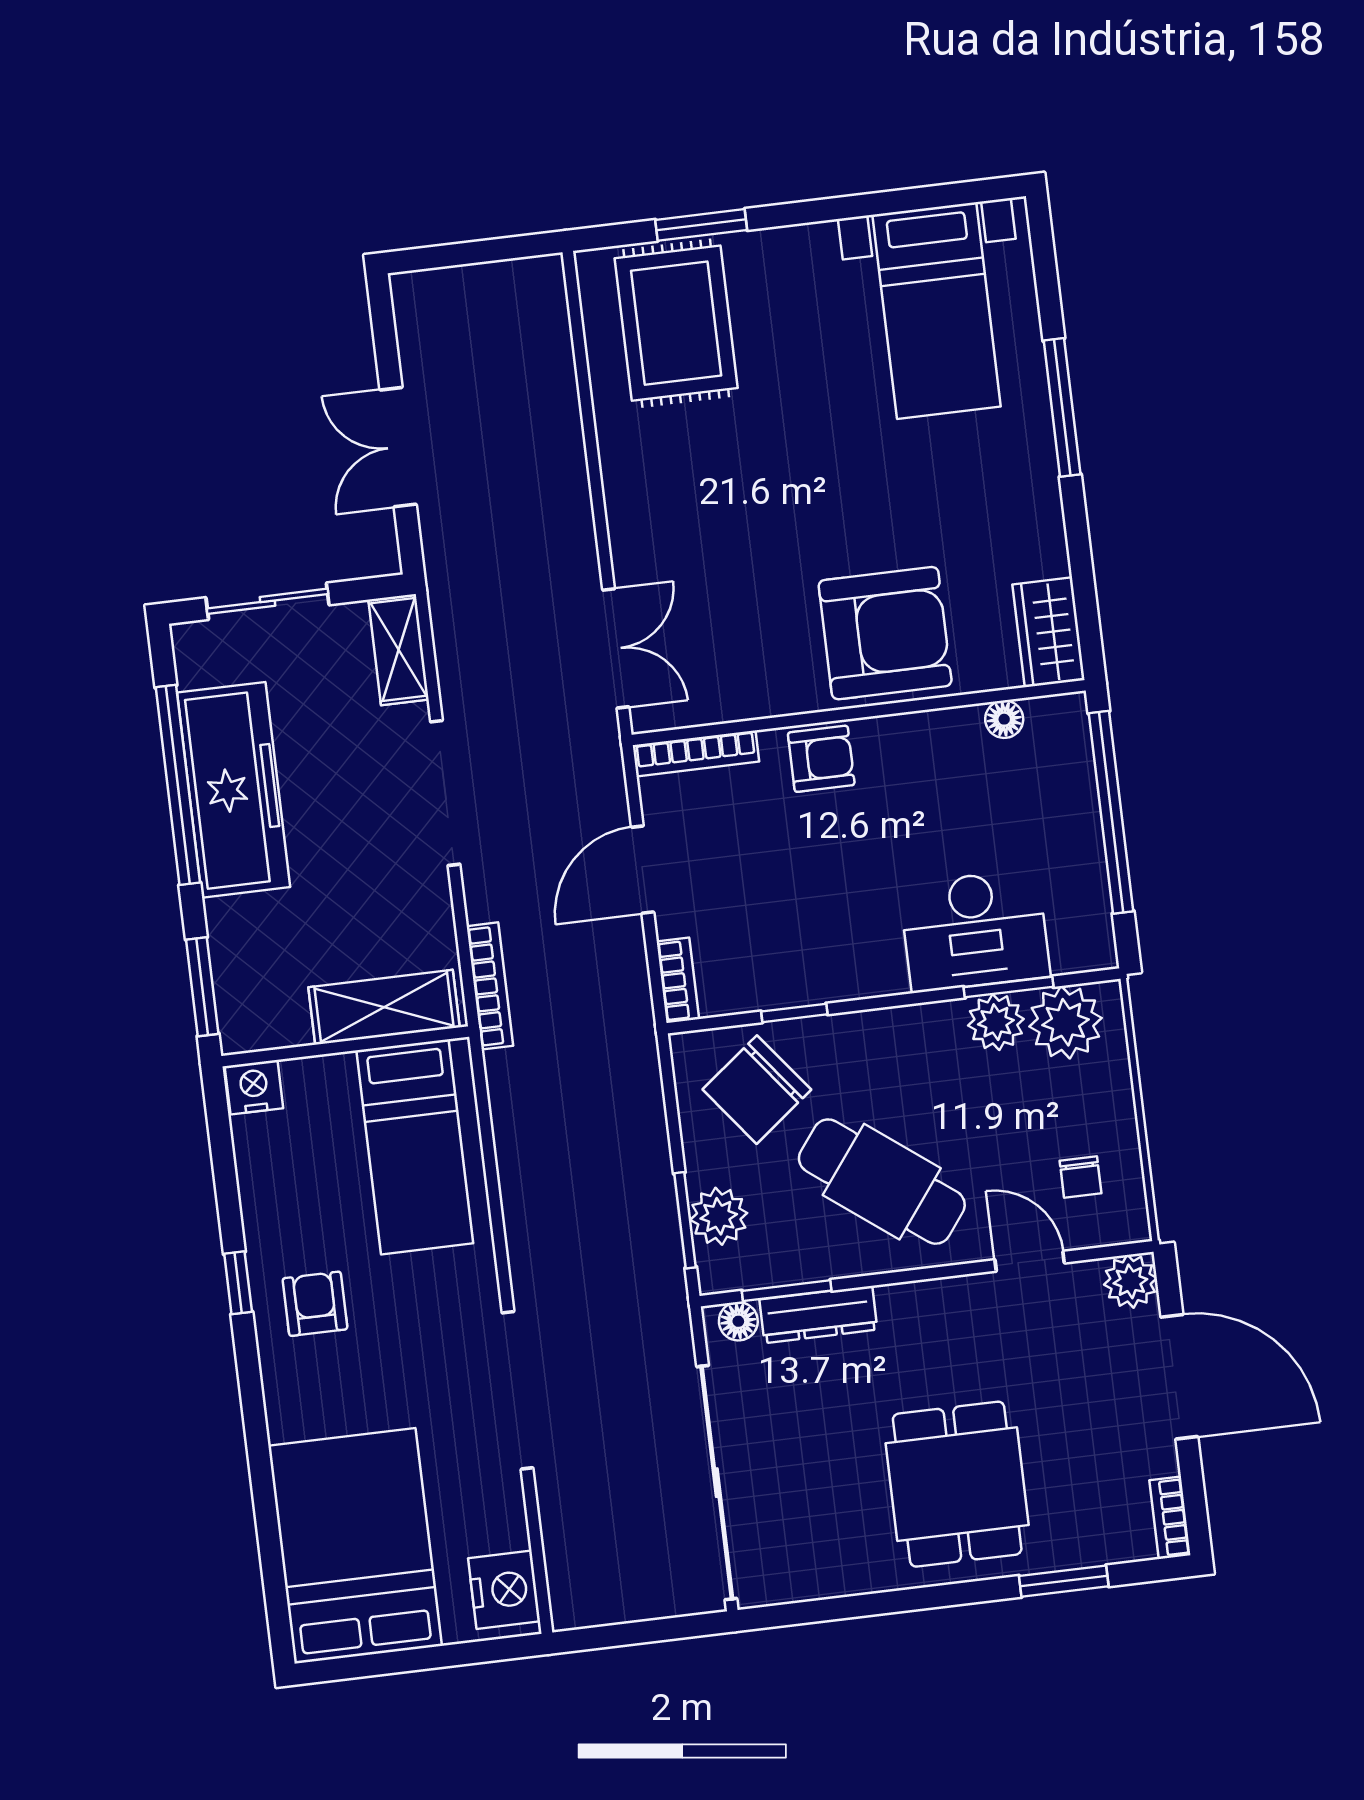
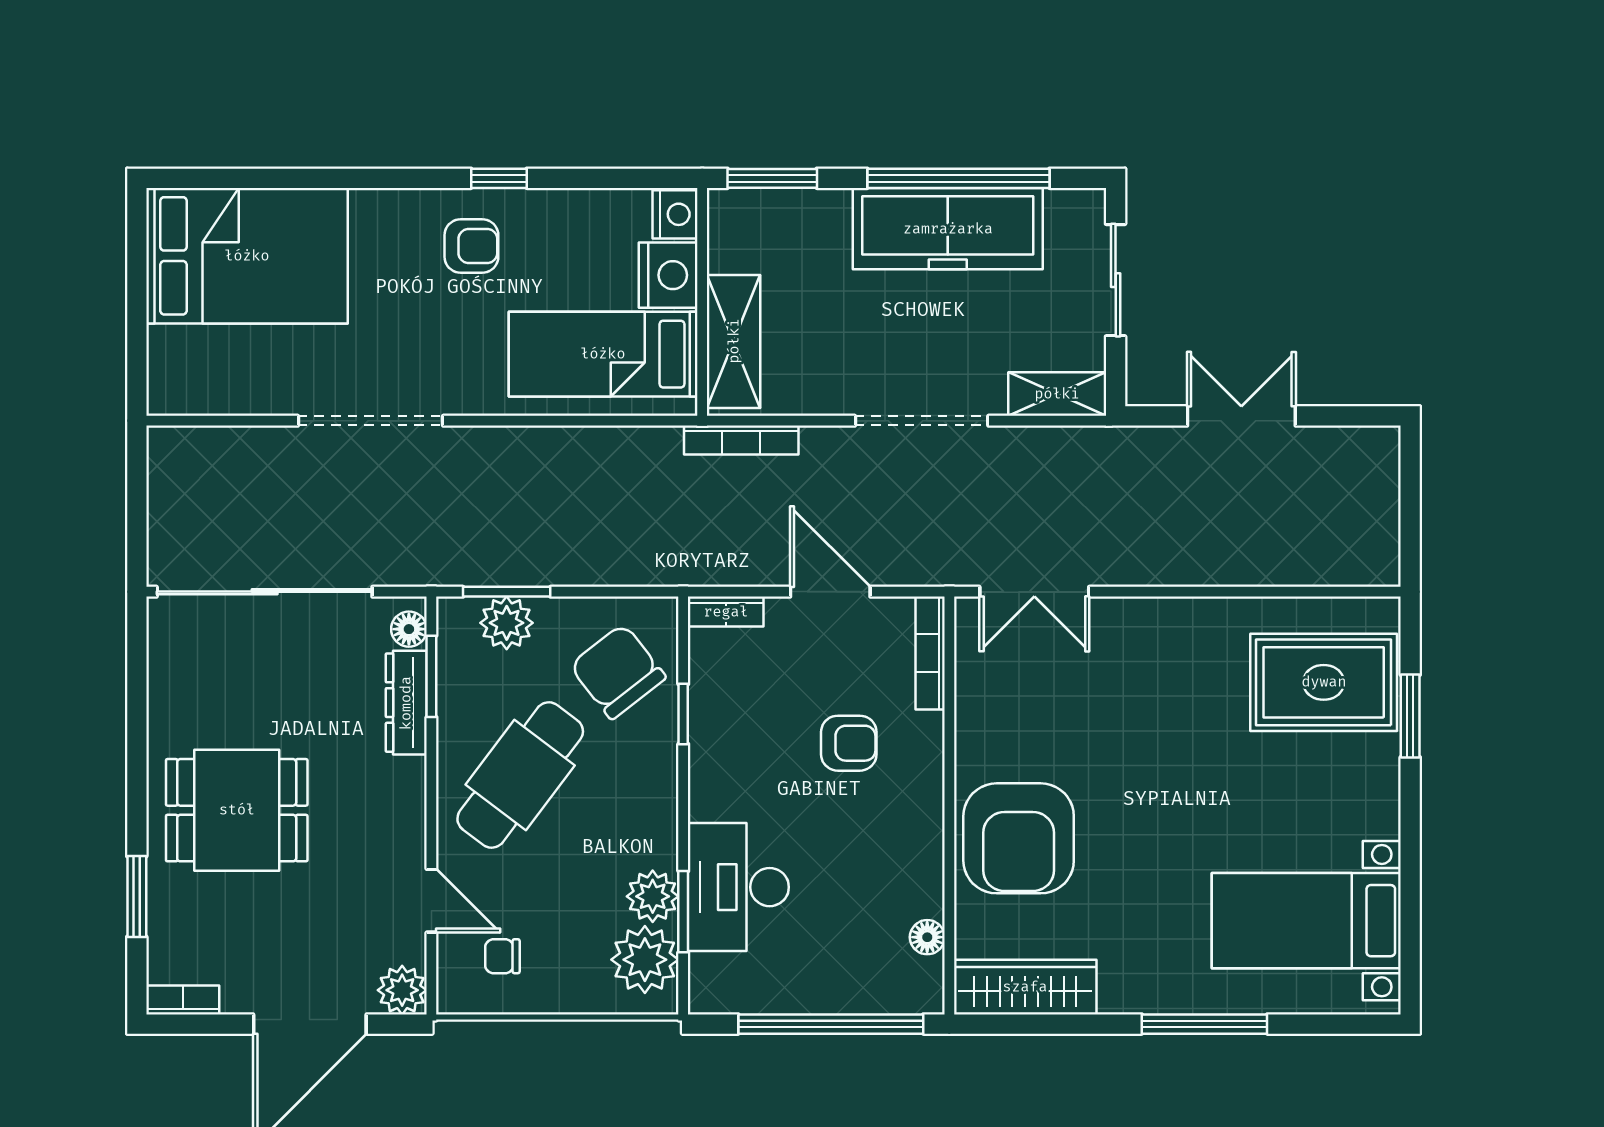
wardrobe: (1049, 632) -> (1025, 987), width x1.50
armchair: (821, 759) -> (849, 743), moved, turned -90
door: (1030, 1261) -> (431, 901), hinge flipped
nightstand: (504, 1590) -> (668, 275), moved, turned -90

